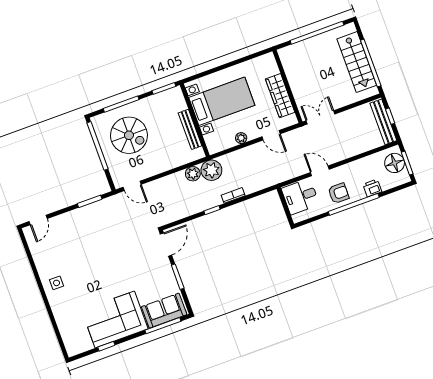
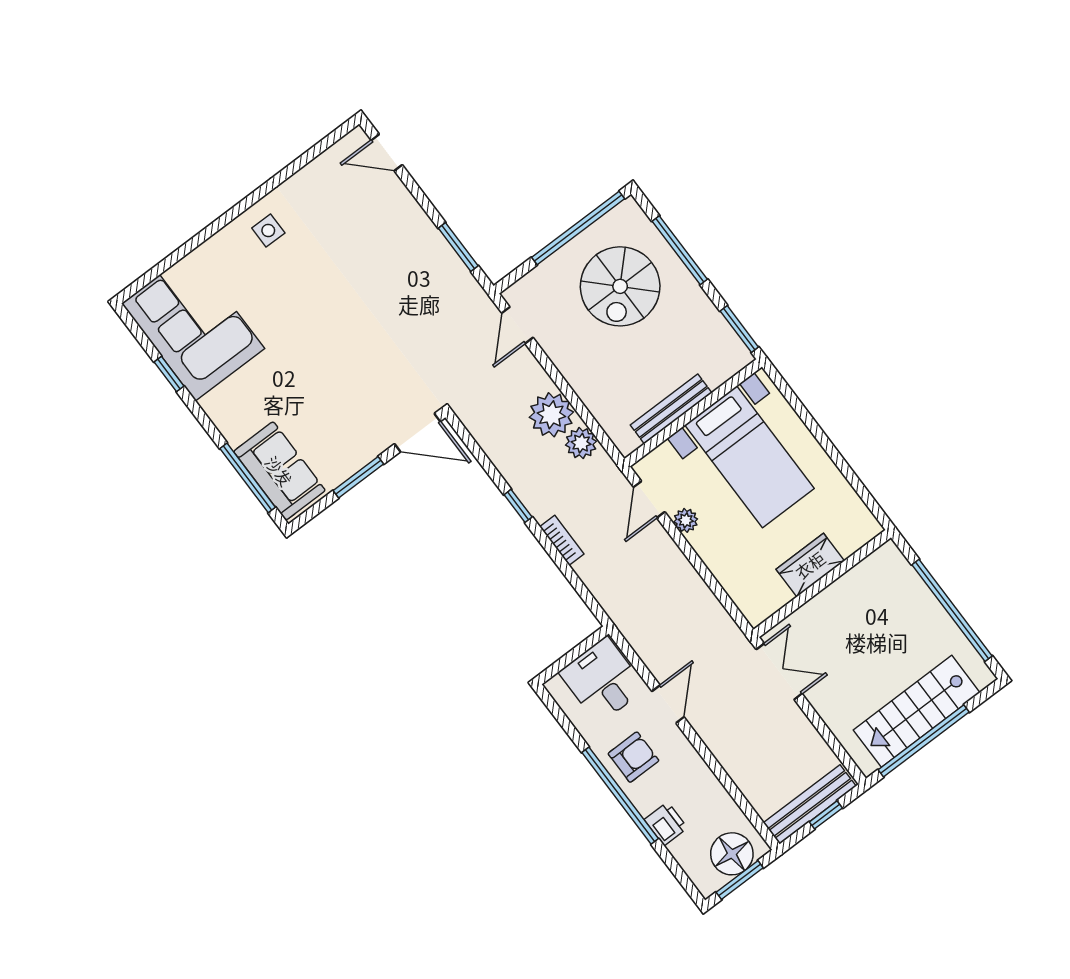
wardrobe: (280, 96) -> (810, 565), width x0.67
door: (271, 135) -> (649, 499), moved
plant: (211, 170) -> (551, 415), moved
armchair: (338, 193) -> (633, 757), turned -90
corner sofa: (115, 319) -> (193, 326), moved

